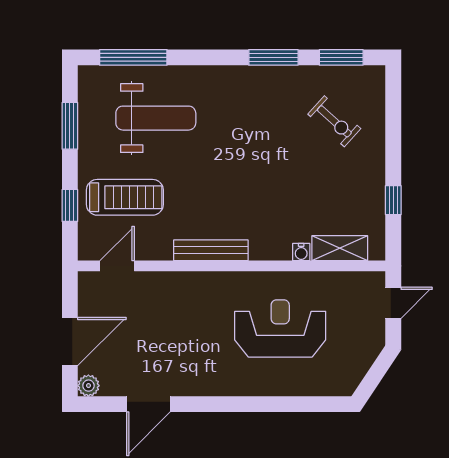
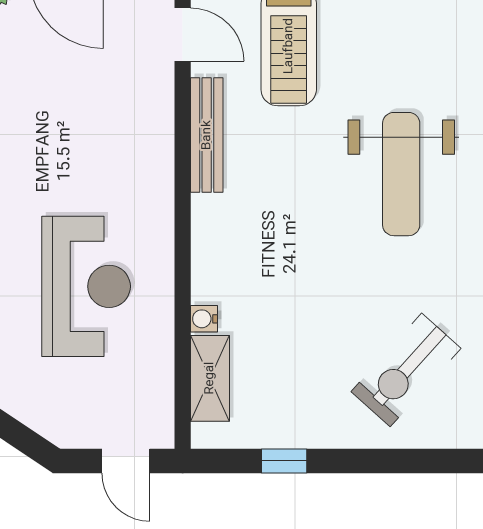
weight bench: (156, 118) -> (401, 174), moved
exercise bike: (334, 121) -> (406, 370), width x1.38, depth x1.39
bench: (211, 250) -> (207, 135), moved

